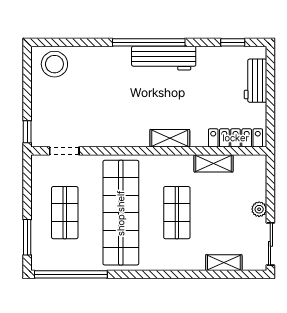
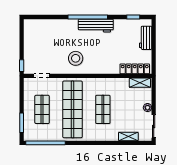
stool: (54, 64) -> (76, 58), moved
shelving: (170, 138) -> (99, 69), removed
shelving: (214, 163) -> (140, 83), moved

